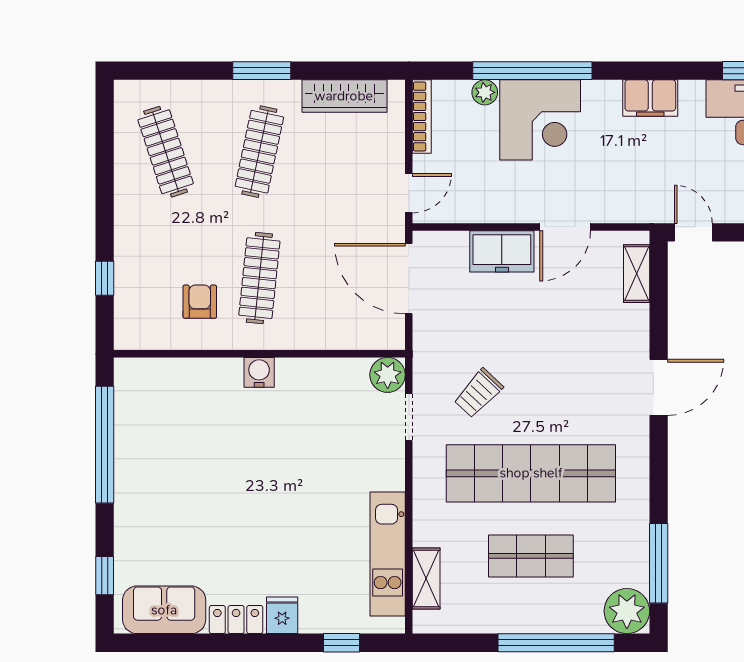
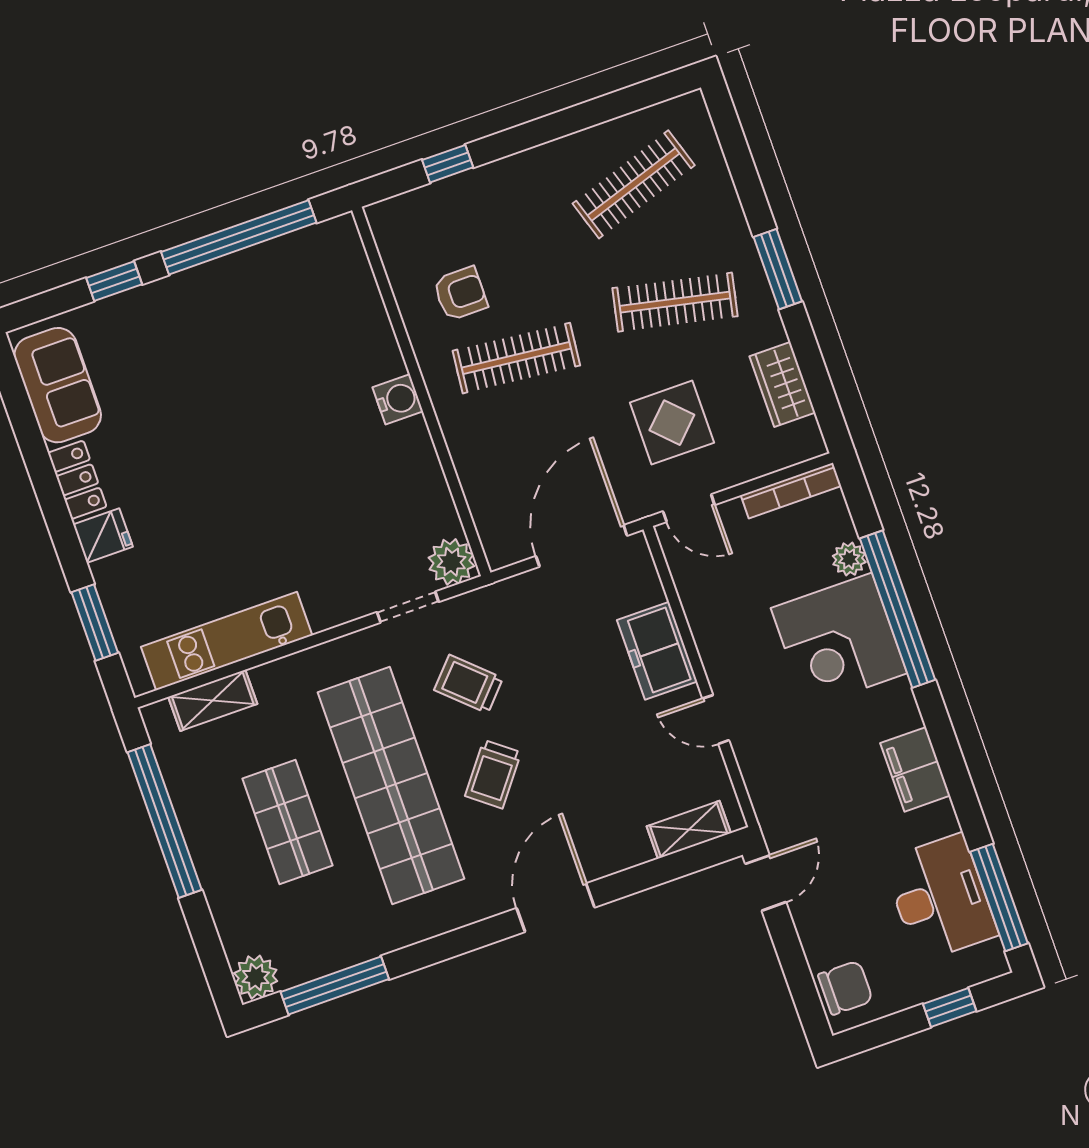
wardrobe: (344, 96) -> (782, 384), width x0.67
display table: (344, 184) -> (672, 423), added
door: (565, 227) -> (716, 719), width x0.73
door: (659, 387) -> (556, 908), swing flipped
trolley: (548, 398) -> (493, 774), added
window: (105, 576) -> (114, 281), moved
plant: (627, 611) -> (256, 977), width x0.73, depth x0.73
window: (342, 643) -> (95, 623), width x1.50
window: (556, 643) -> (165, 821), moved

